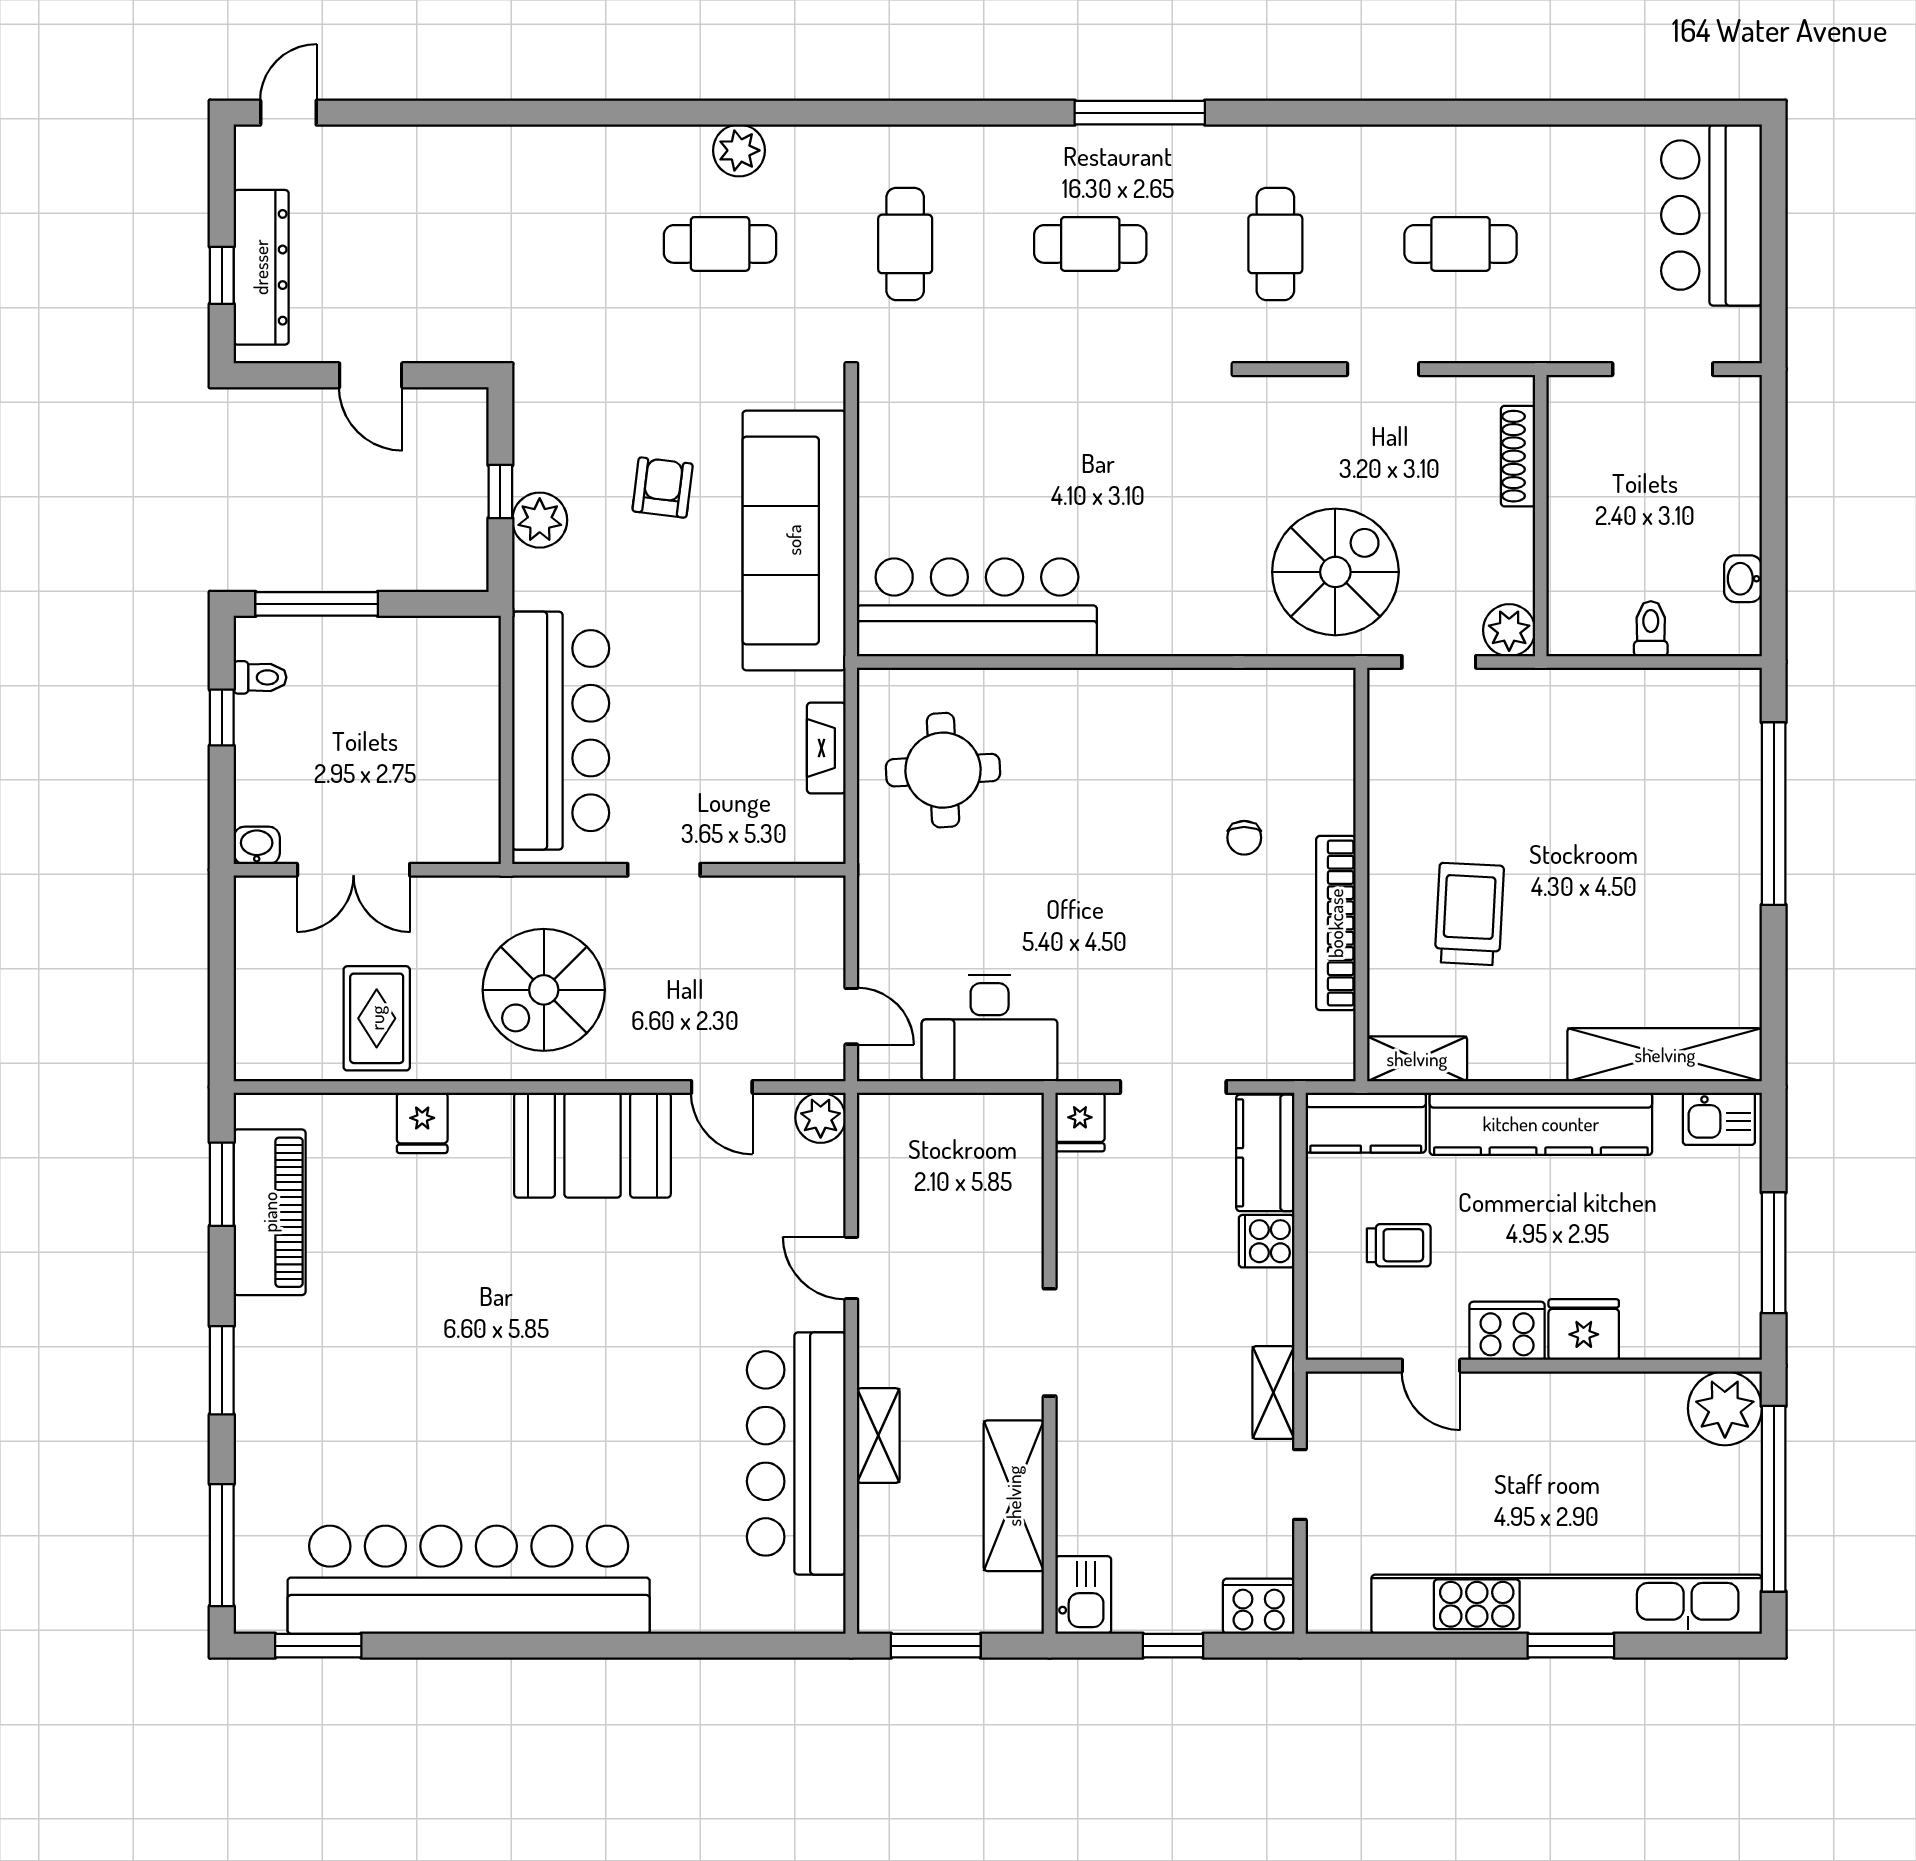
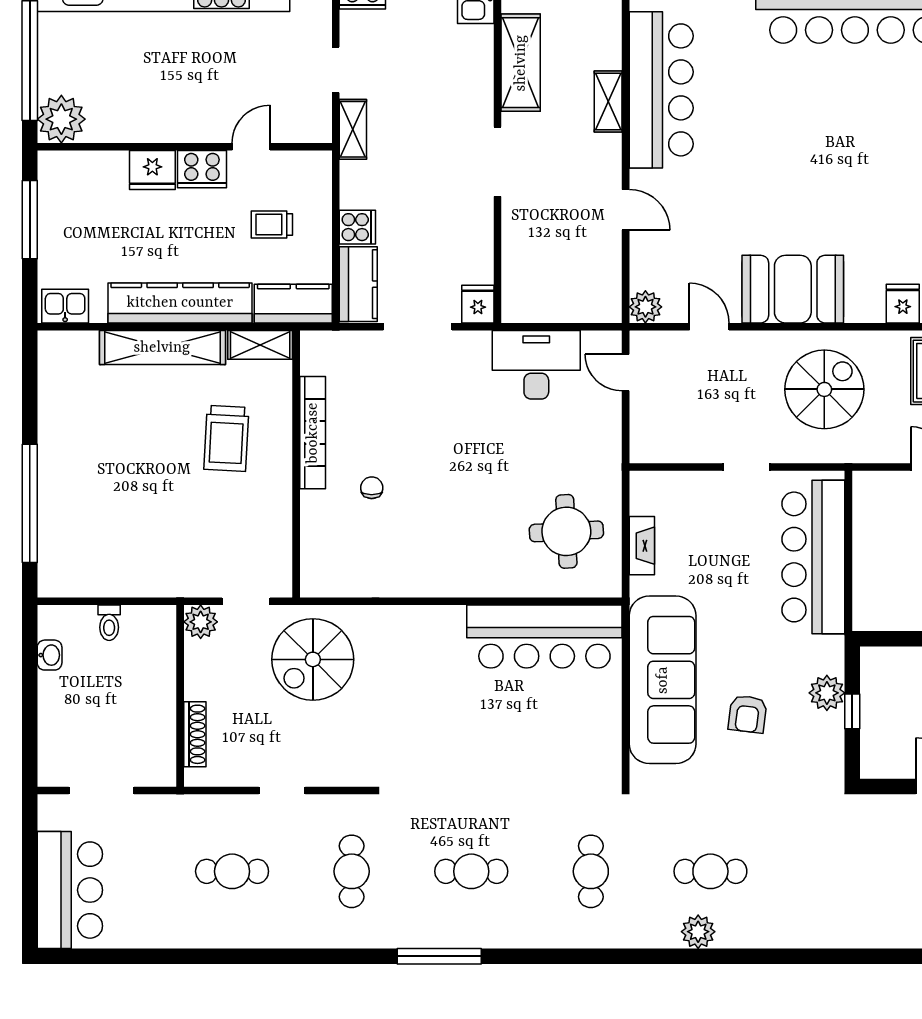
shelving: (1665, 1055) -> (162, 348), moved
door: (1431, 1366) -> (251, 147), hinge flipped

